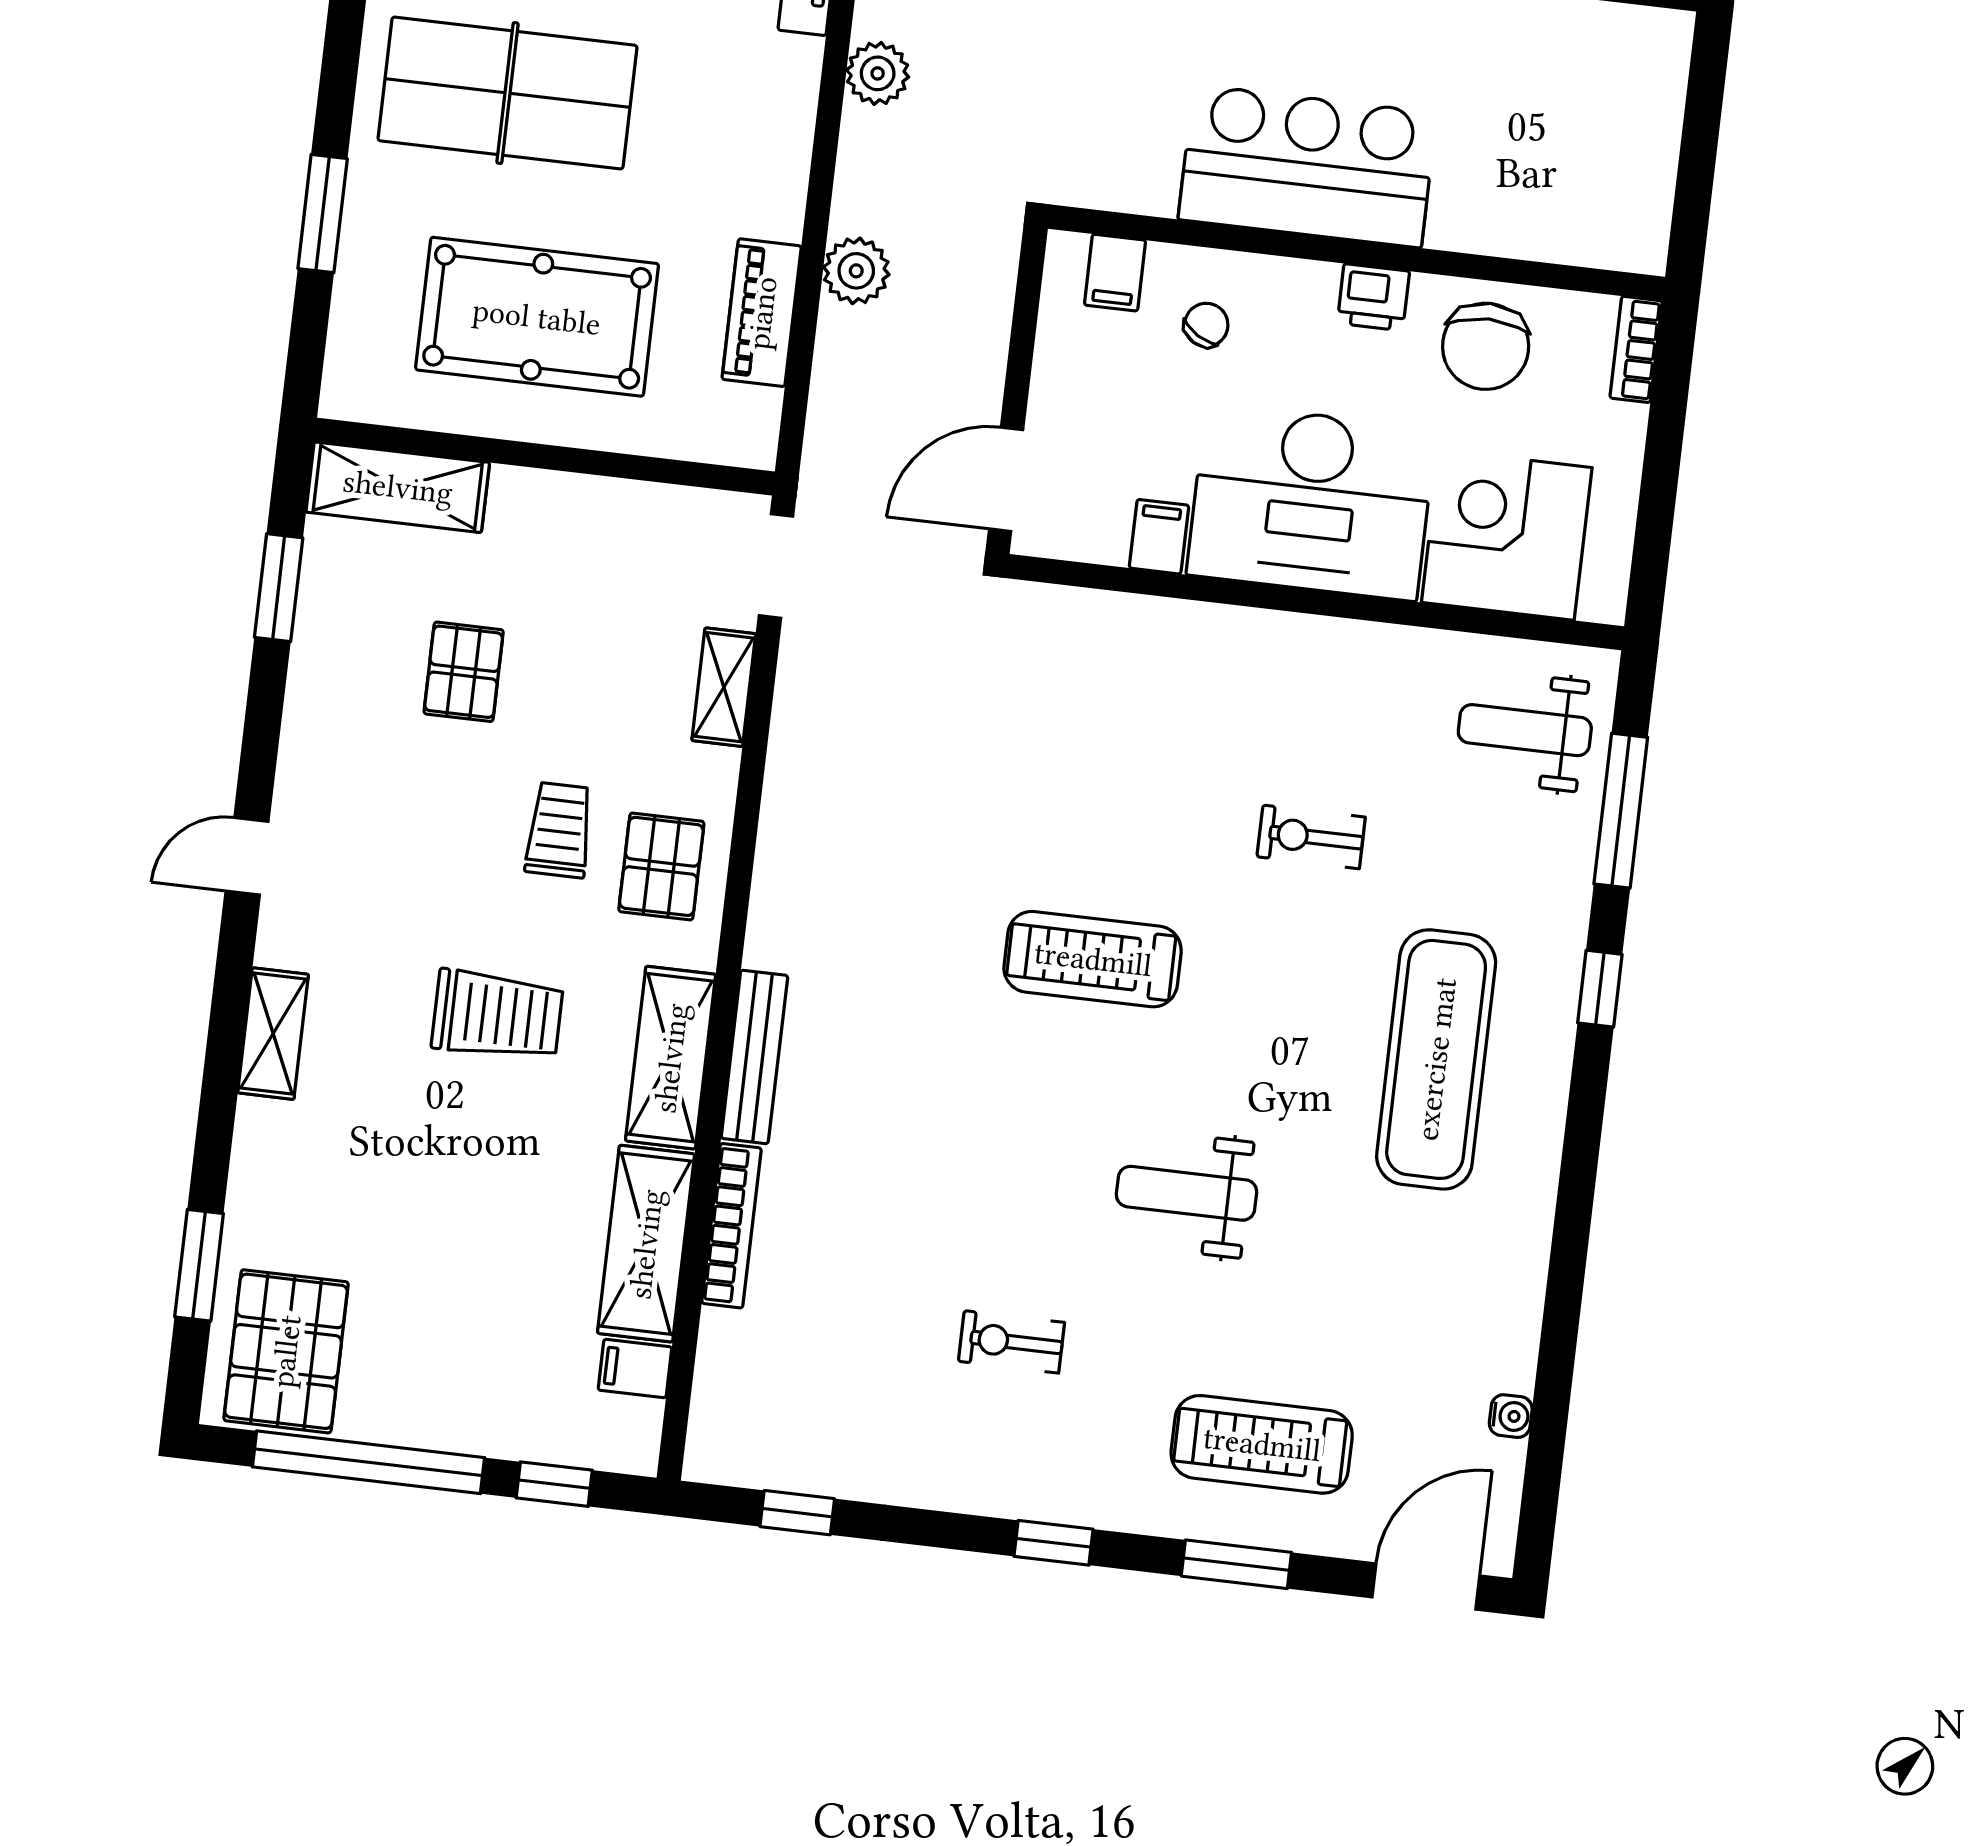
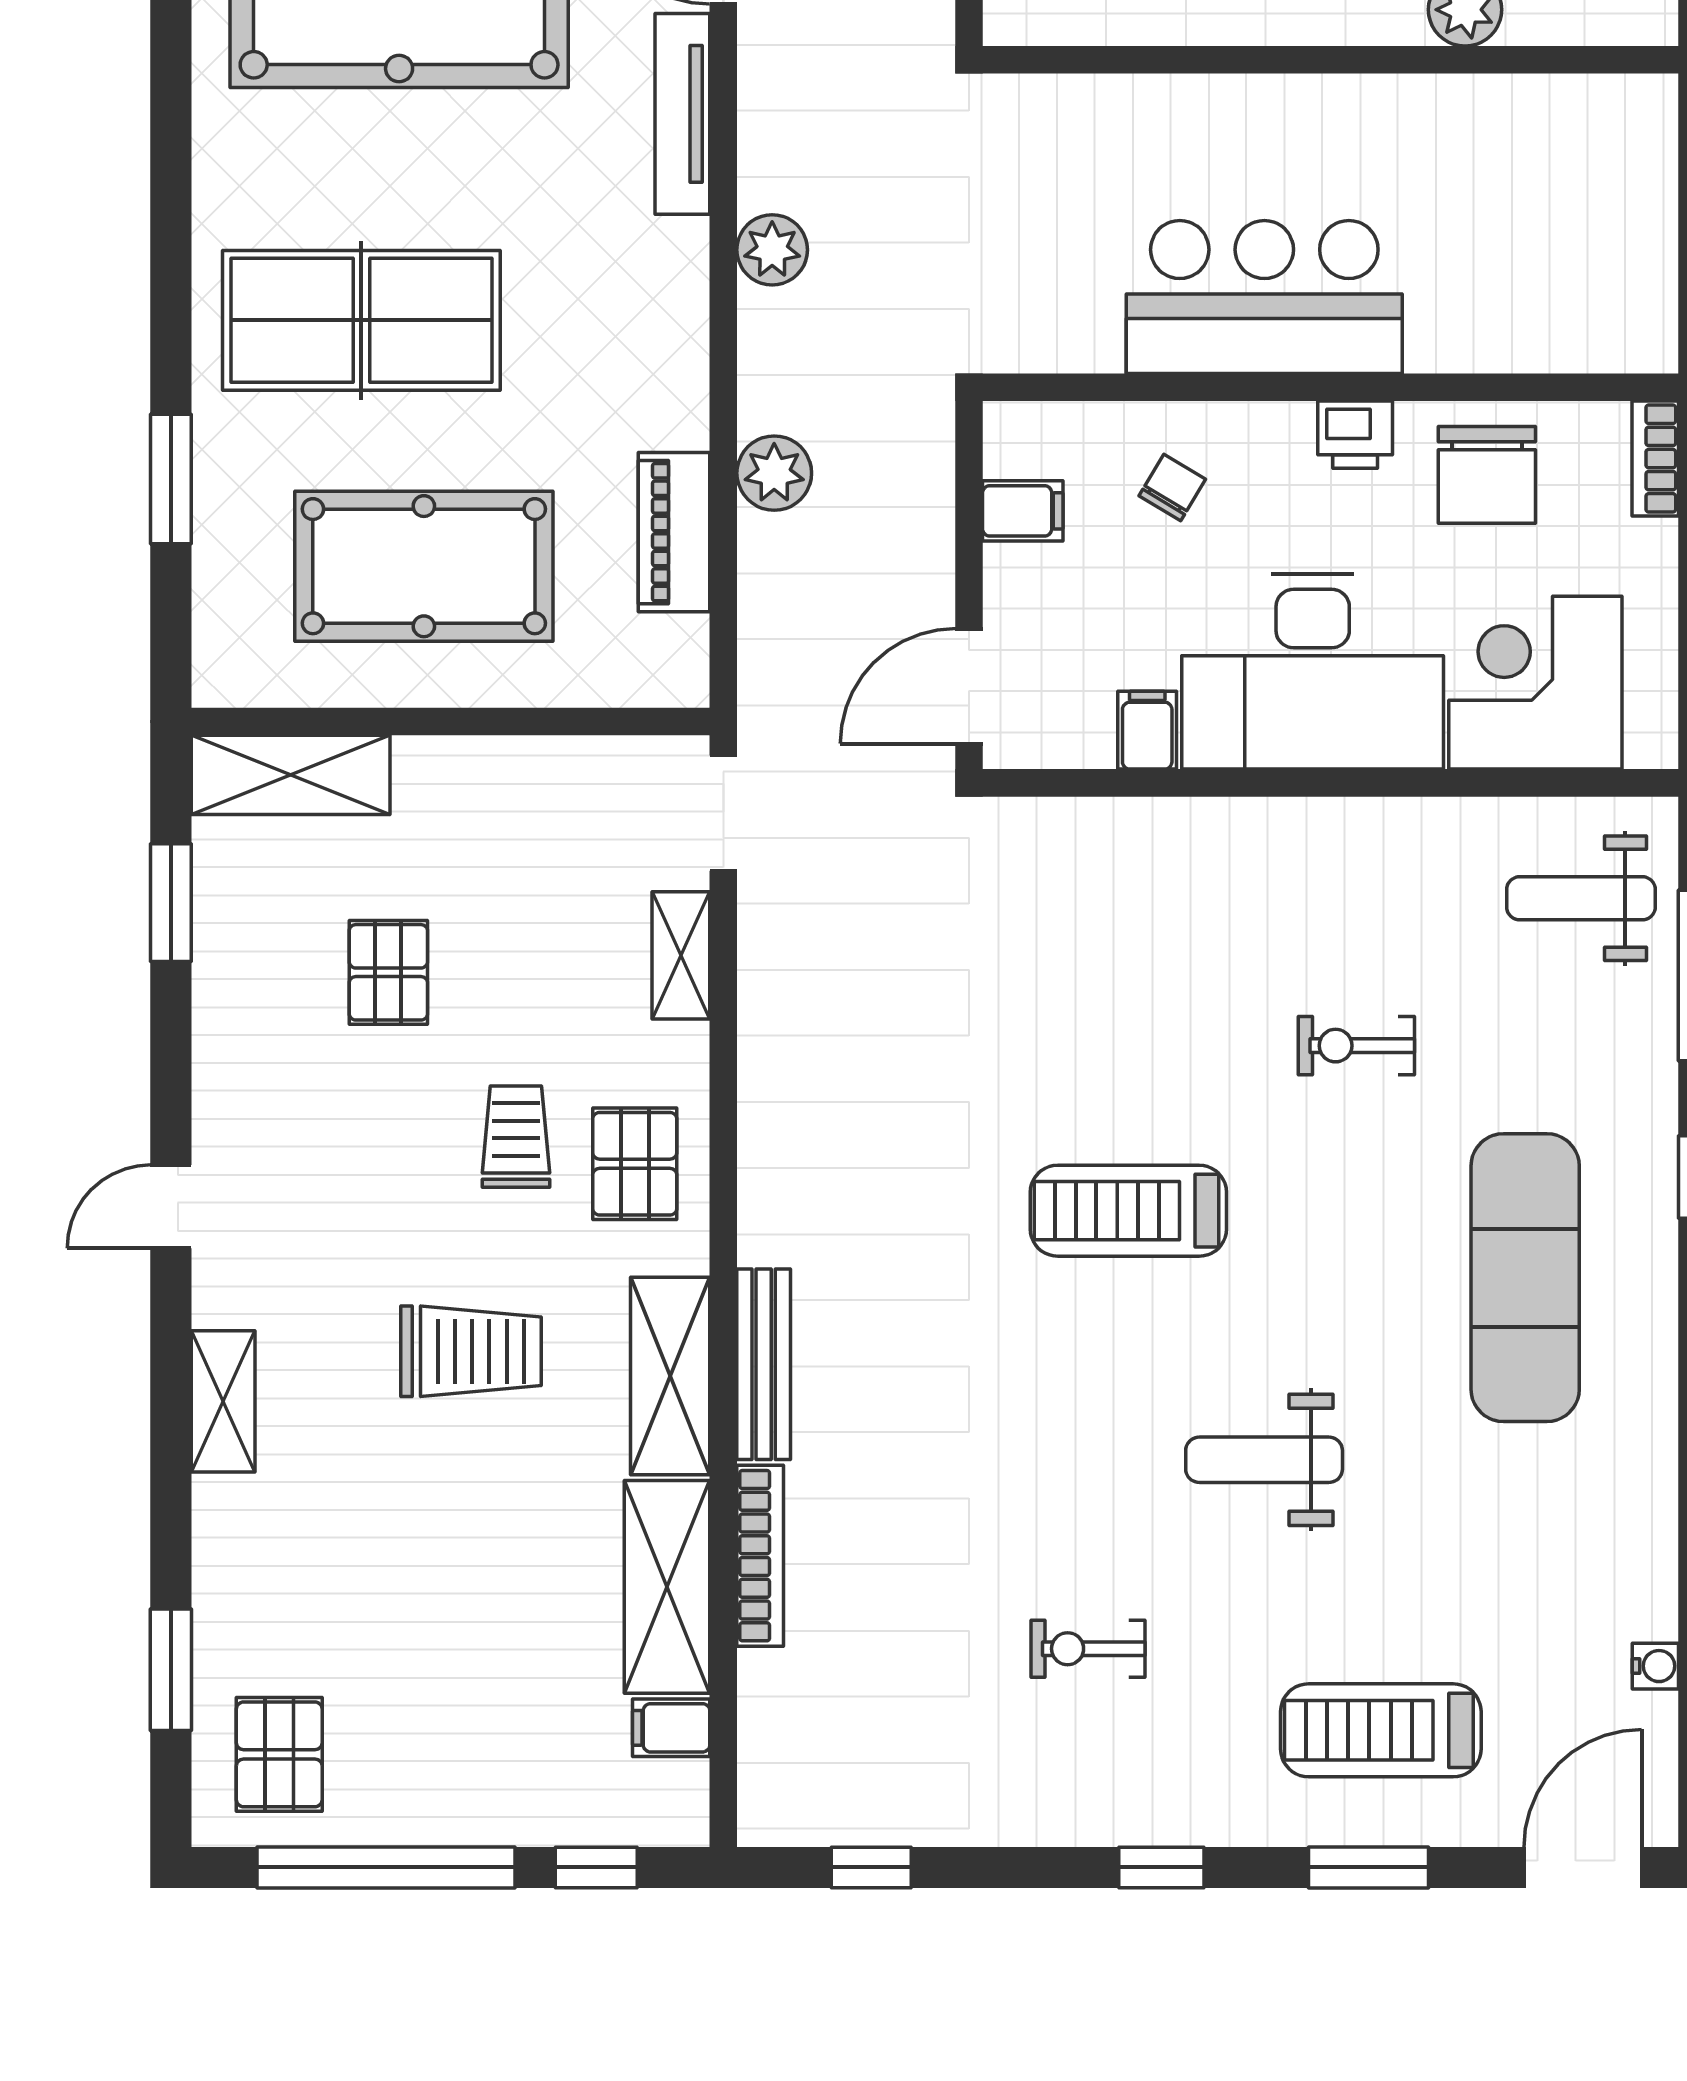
filing cabinet: (1115, 273) -> (1023, 511), moved, turned -90
pallet: (286, 1351) -> (279, 1754), width x0.67, depth x0.71

